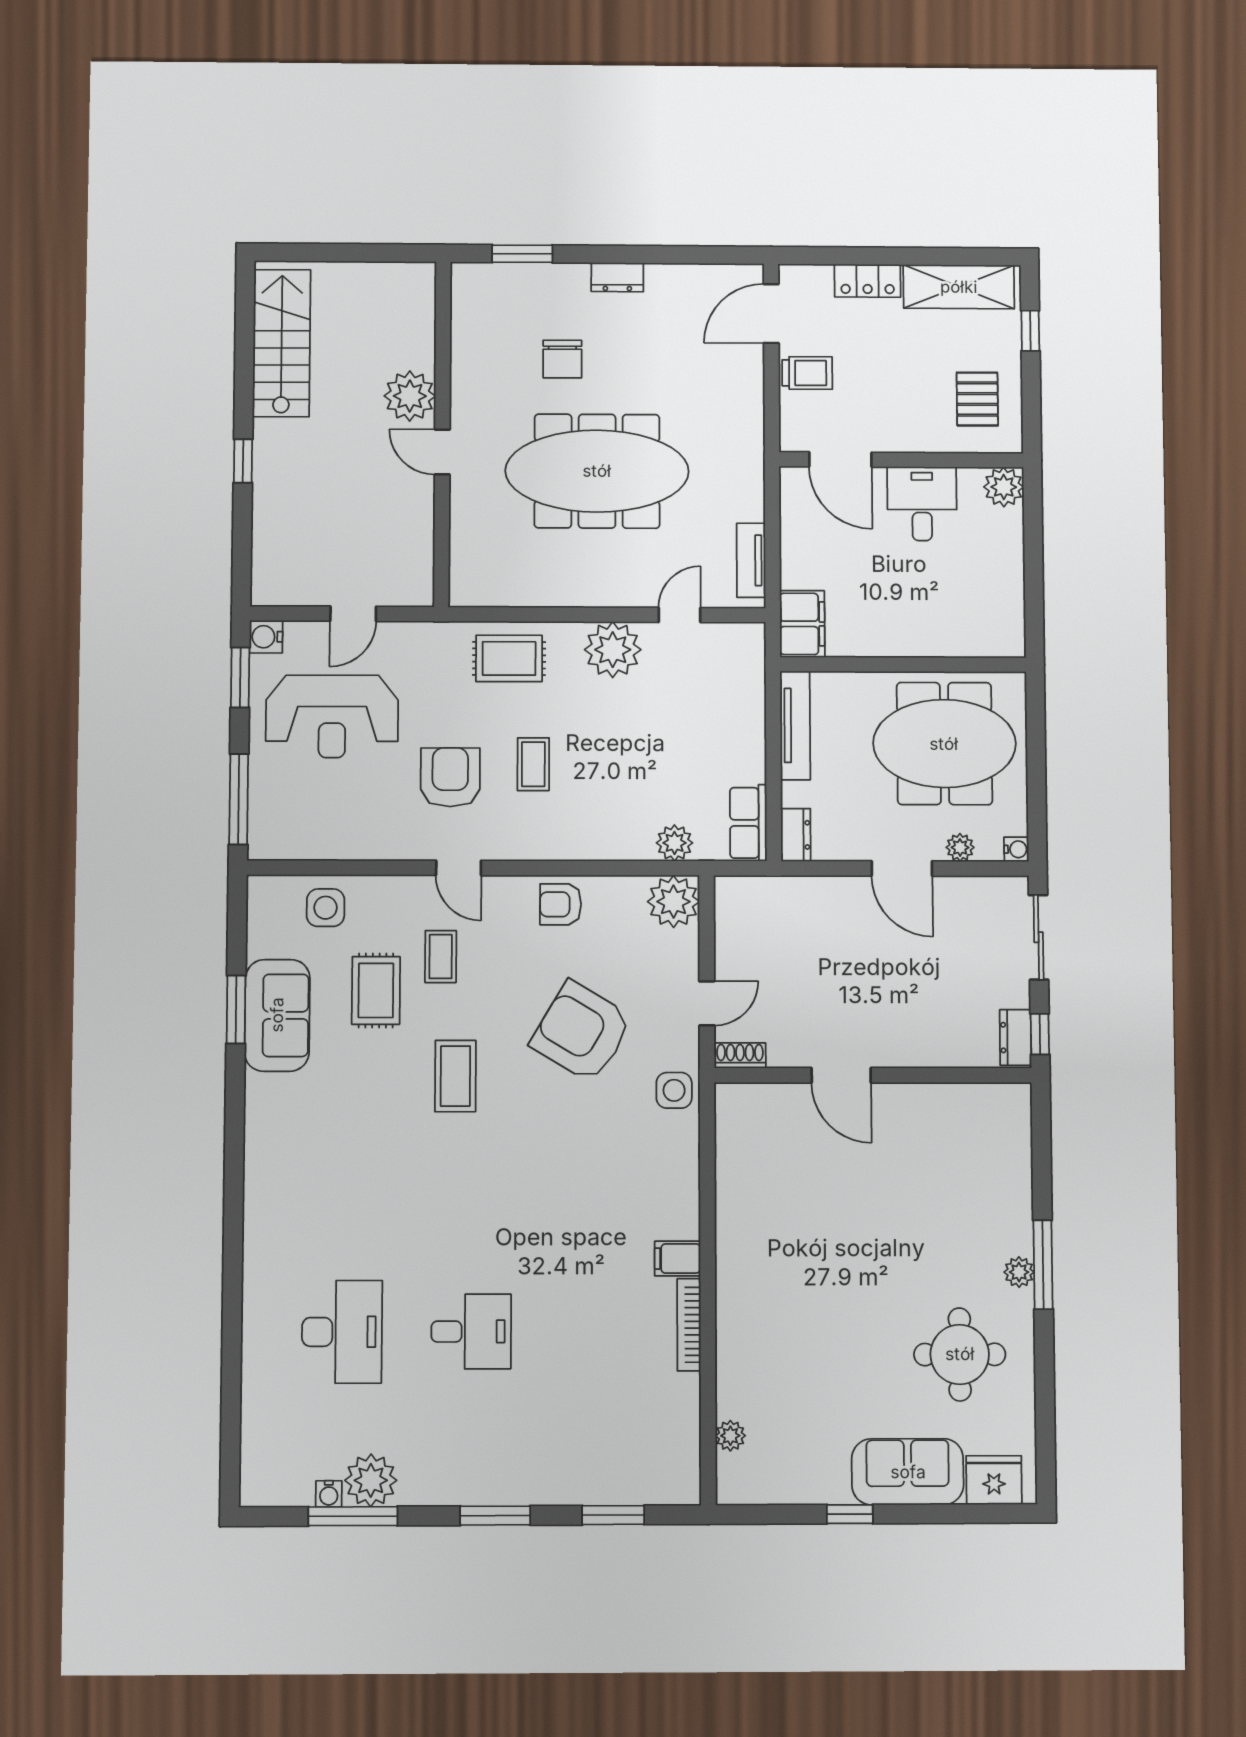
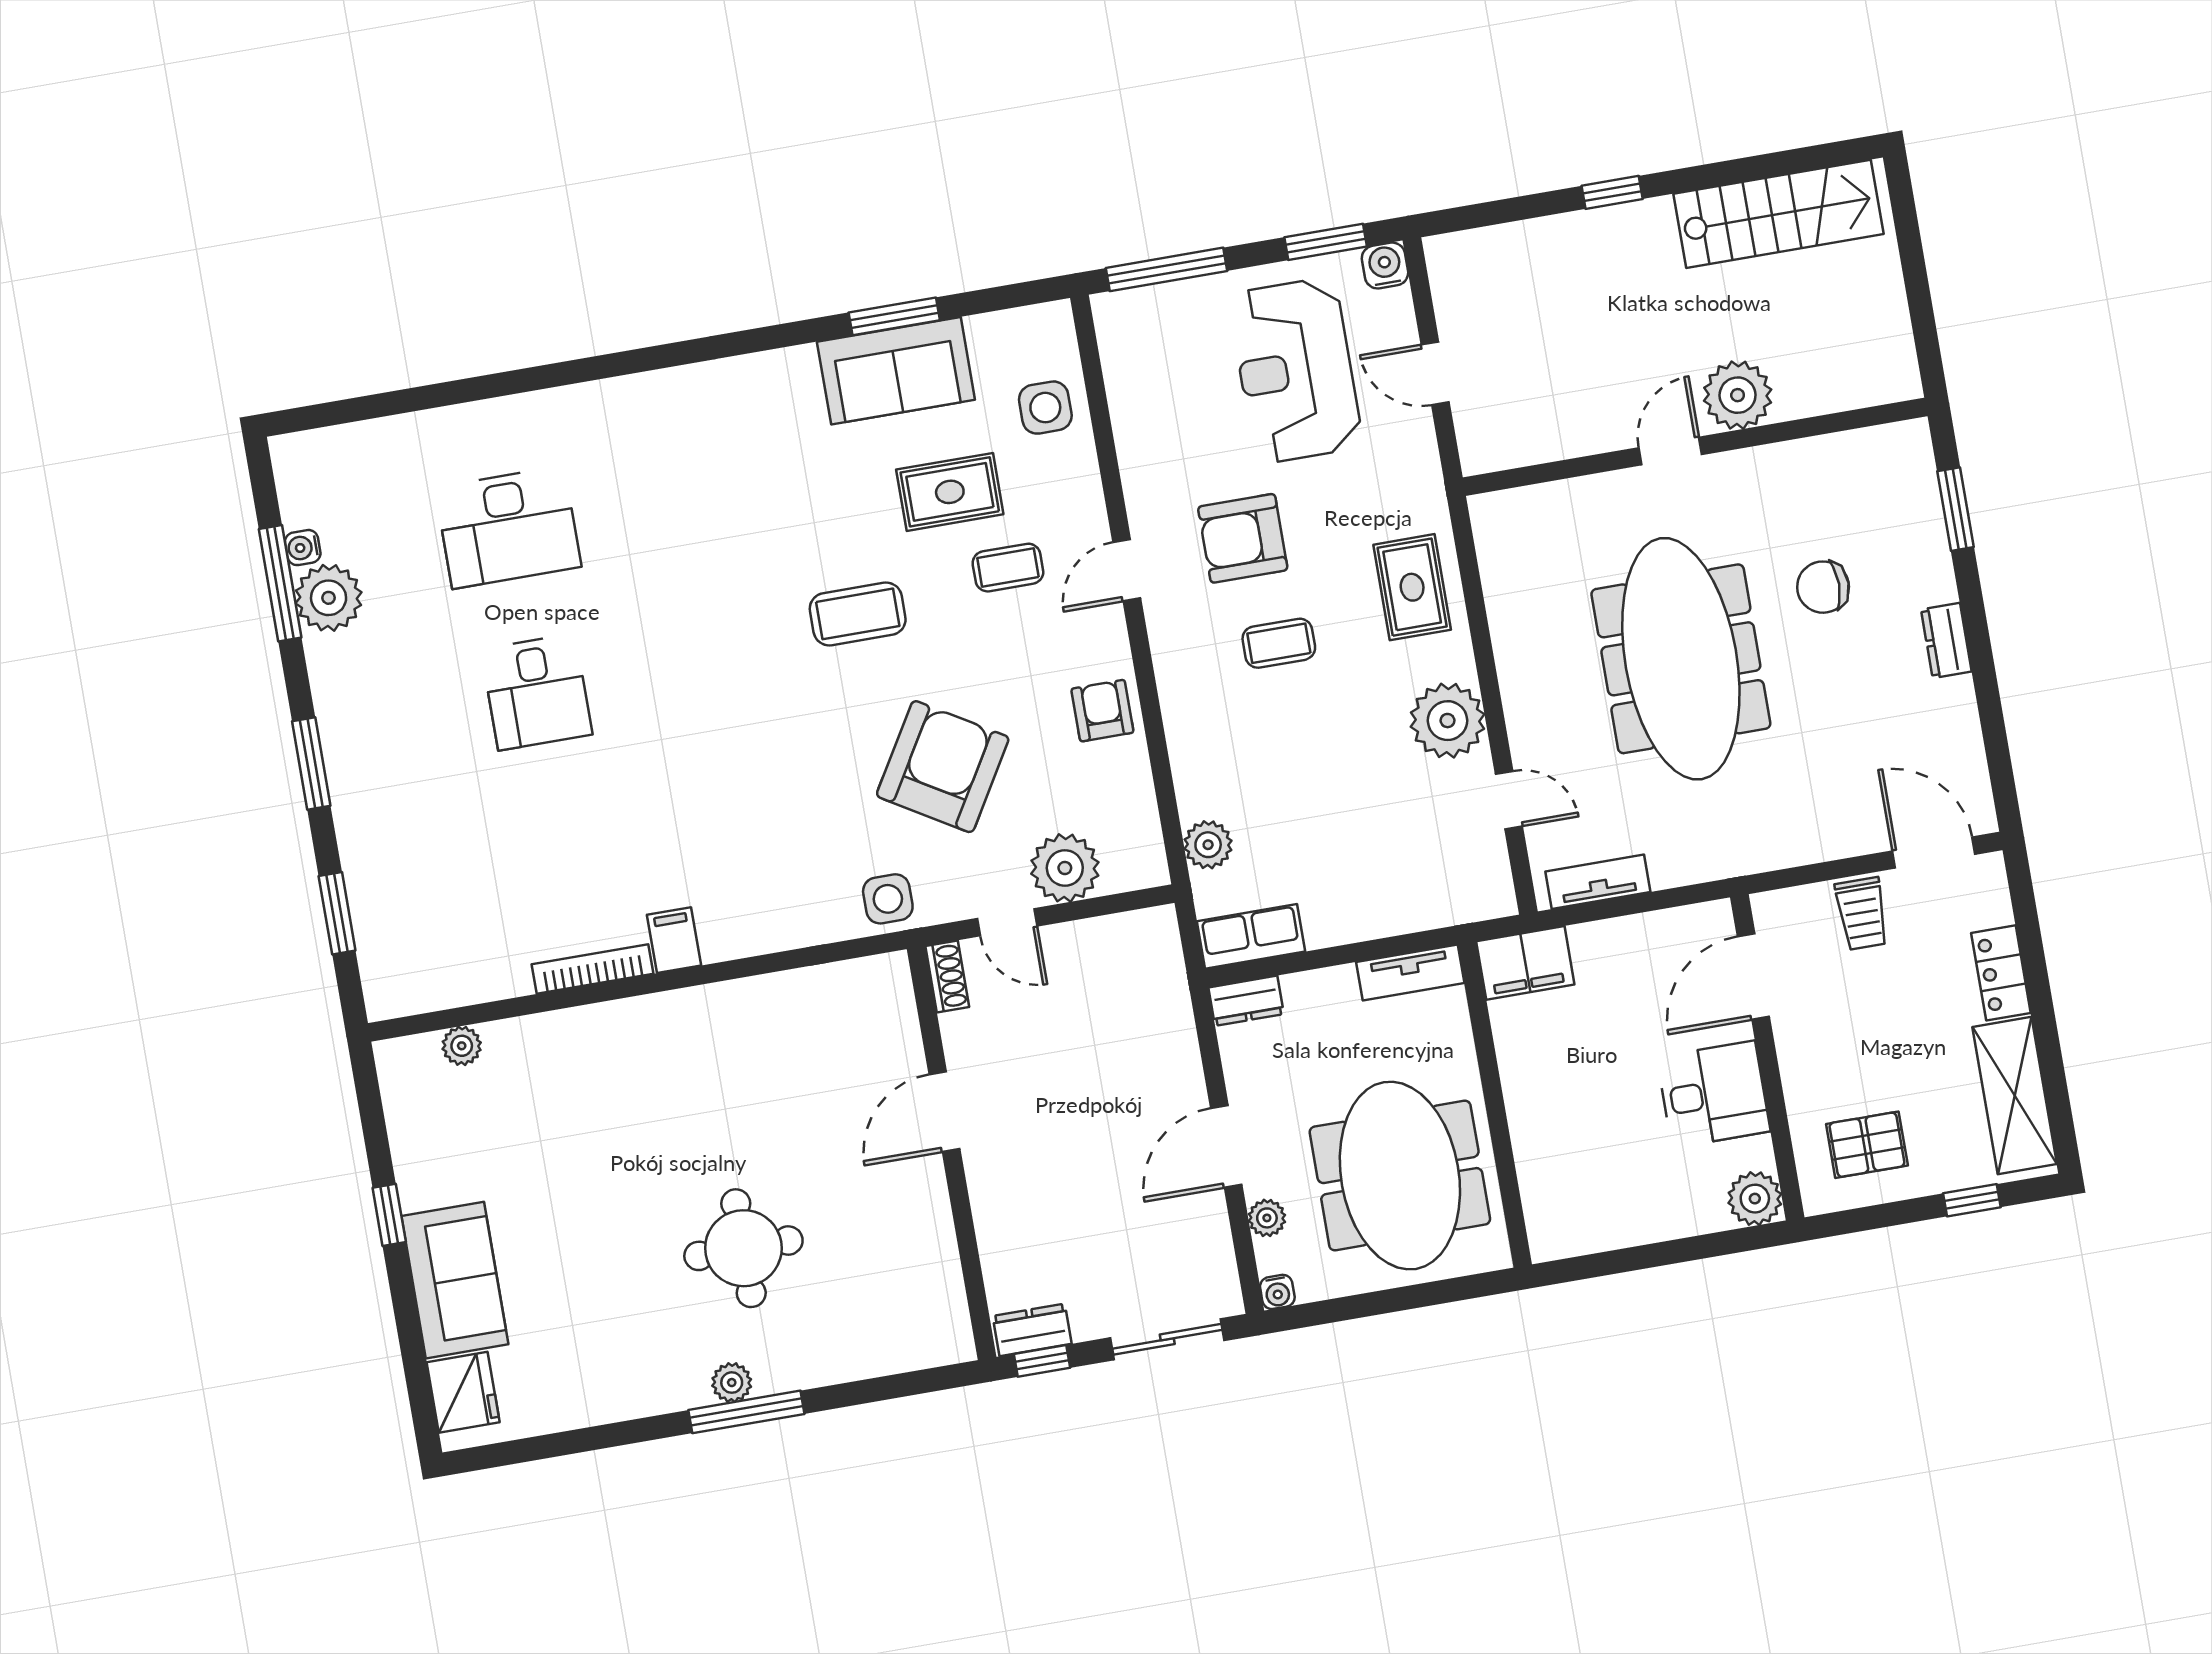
tv unit: (795, 725) -> (1410, 972), width x0.71
armchair: (450, 777) -> (1243, 538), turned 180
plant: (673, 902) -> (1065, 868), moved
round table: (960, 1354) -> (743, 1248), moved

